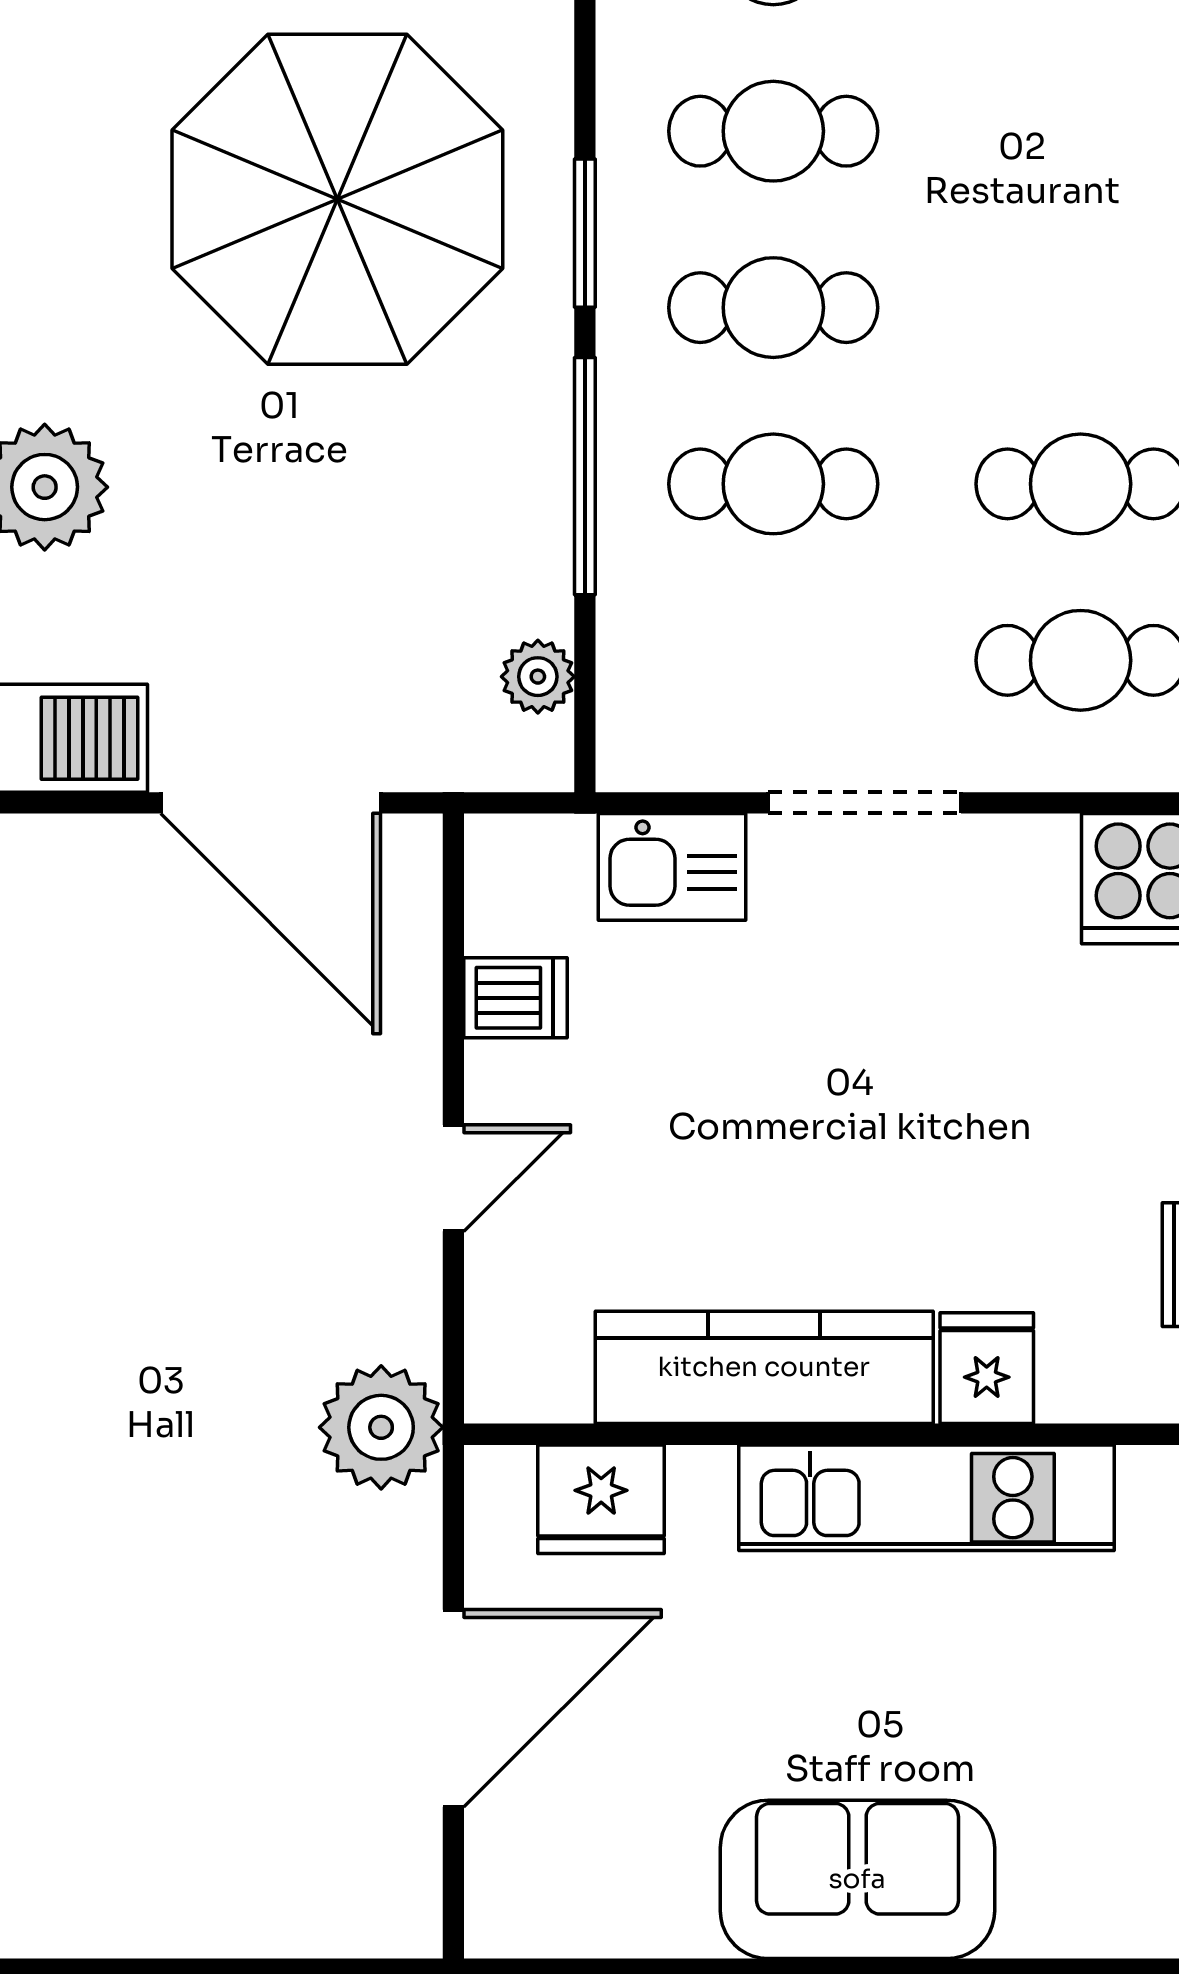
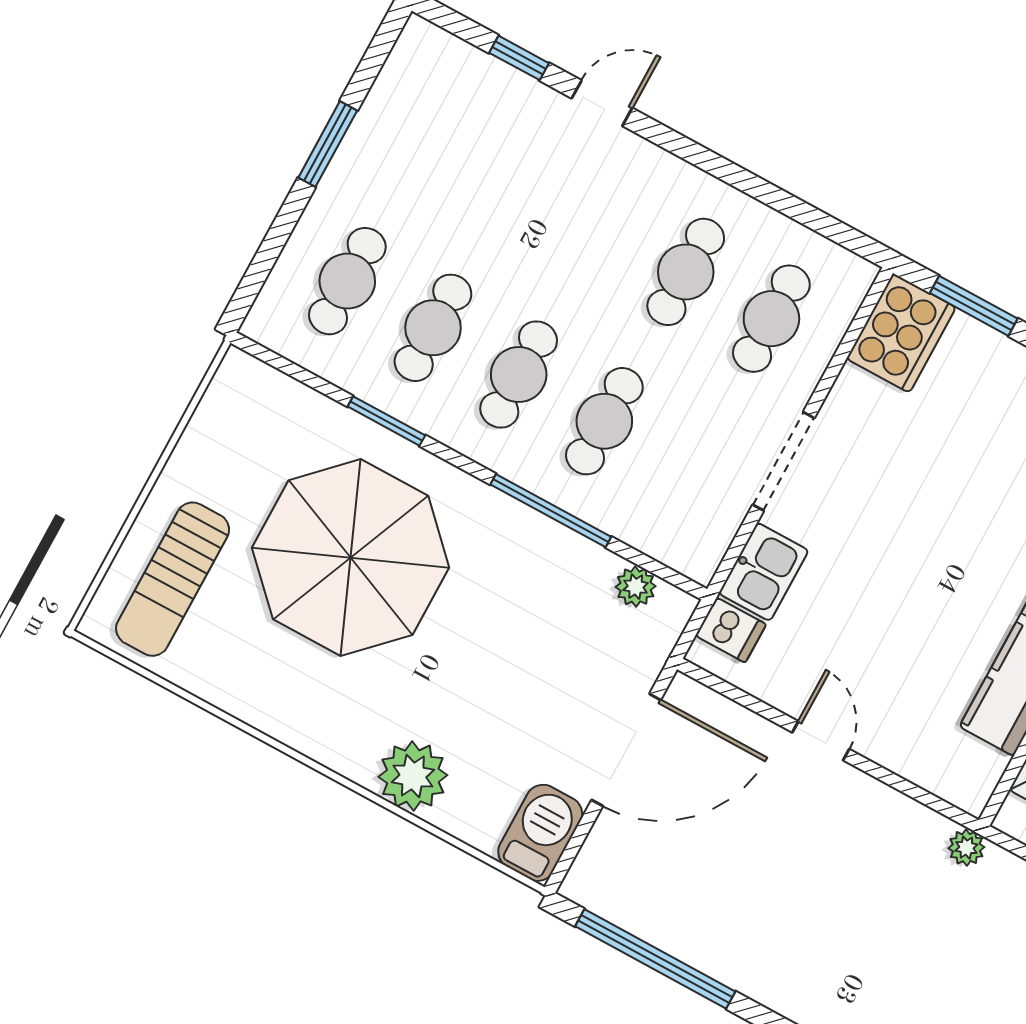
window: (585, 233) -> (386, 421), moved
dishwasher: (516, 998) -> (731, 630), moved, turned 90
door: (453, 1178) -> (821, 741), moved
plant: (381, 1427) -> (966, 848), width x0.53, depth x0.53

